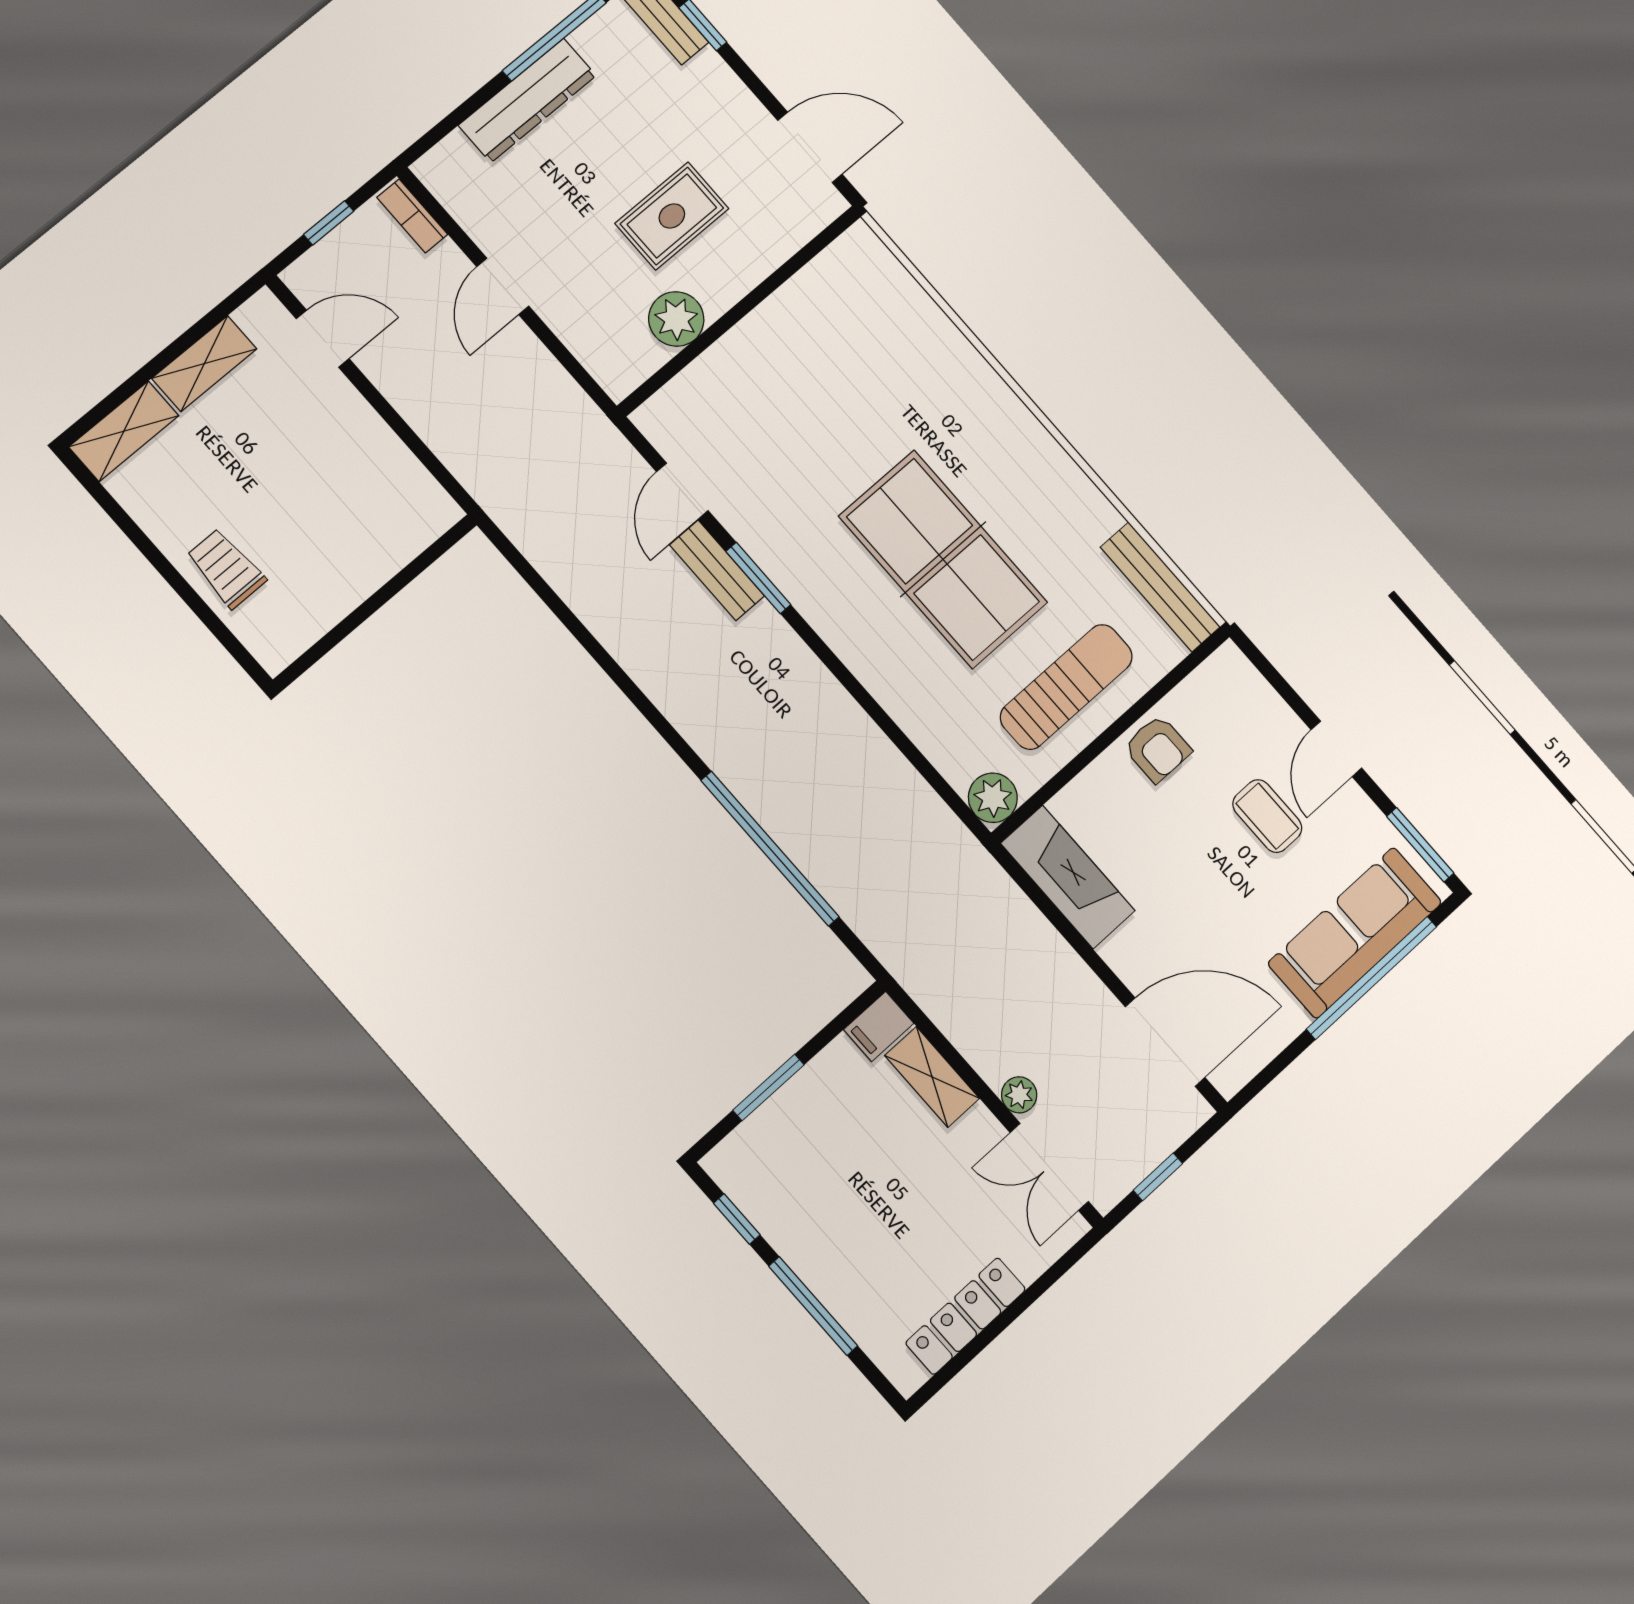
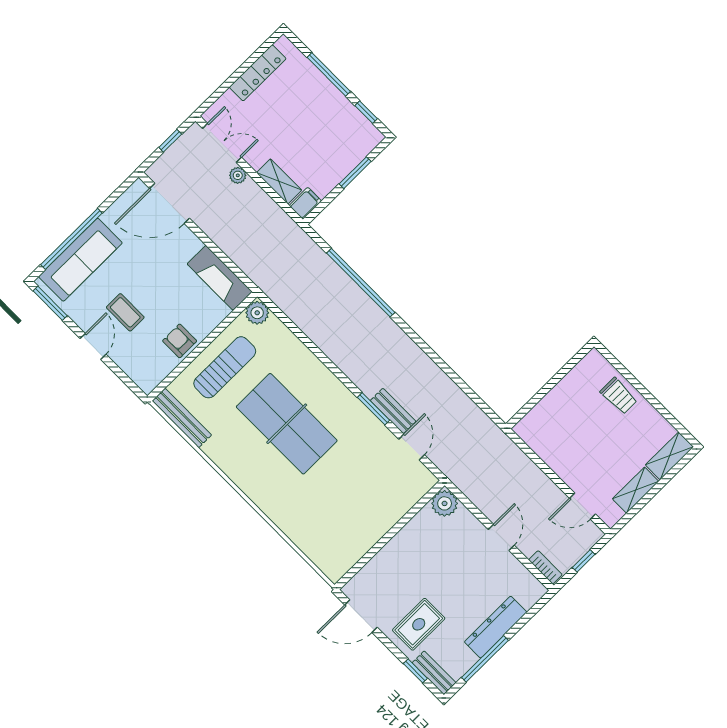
rug: (672, 216) -> (419, 624), moved
plant: (676, 319) -> (445, 503), moved
sun lounger: (1066, 687) -> (225, 367), turned 180

